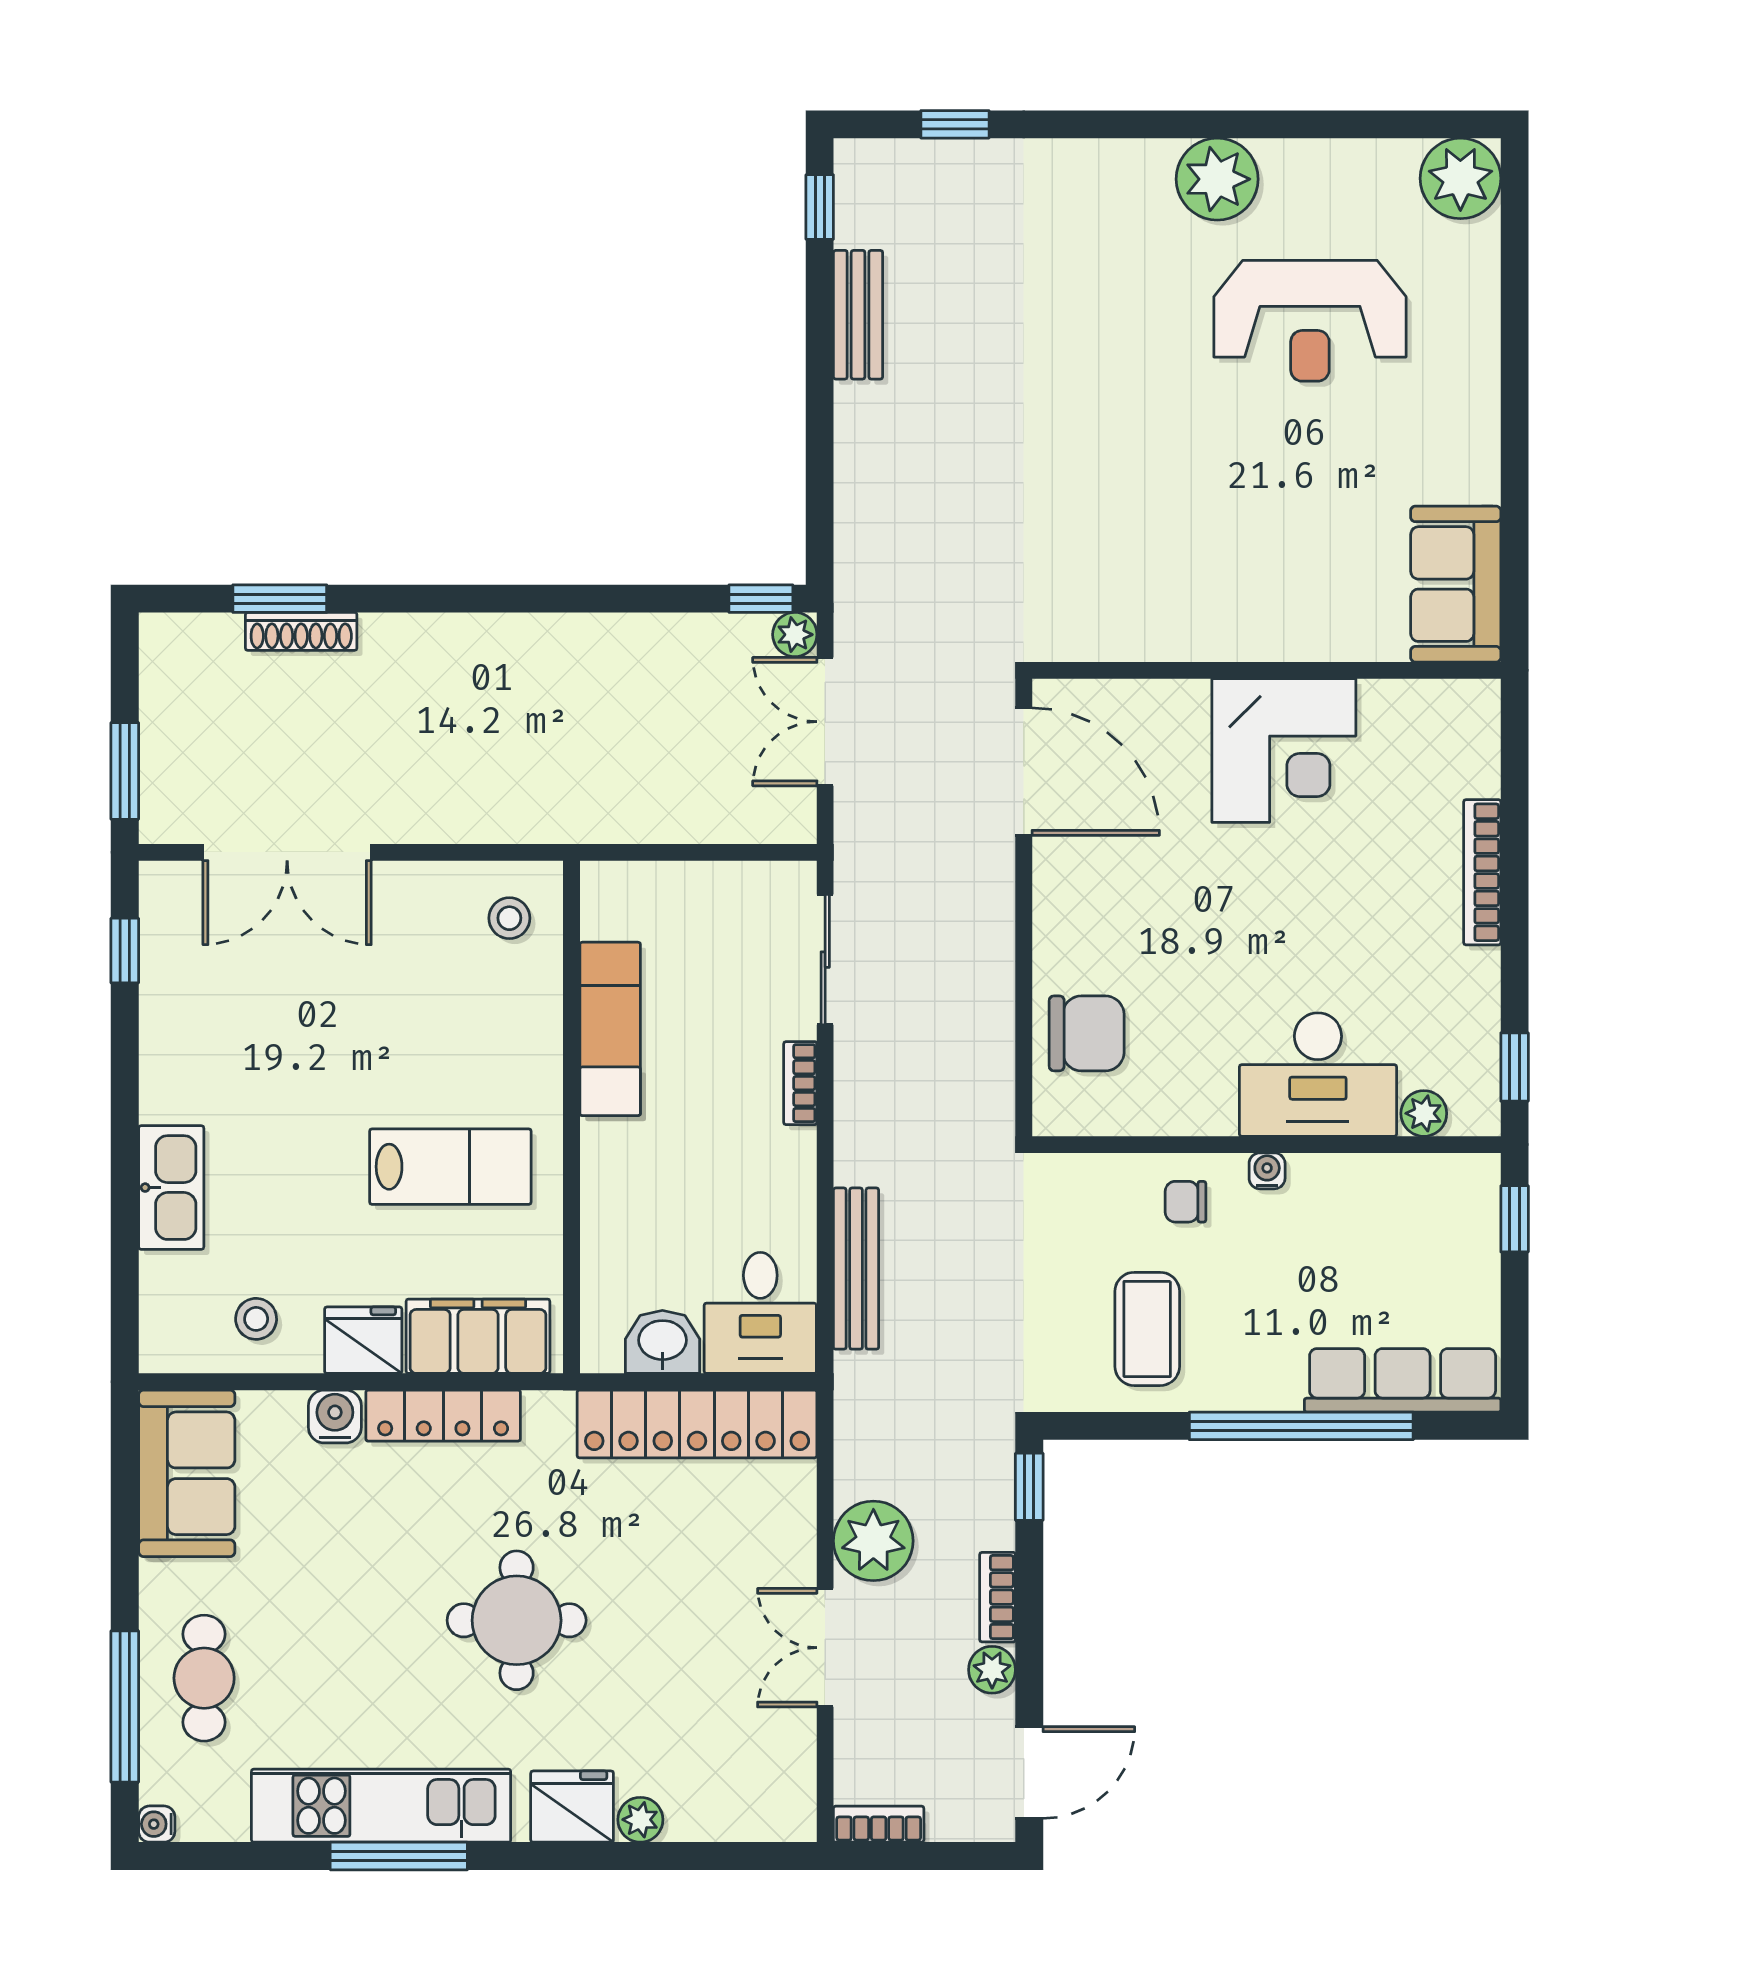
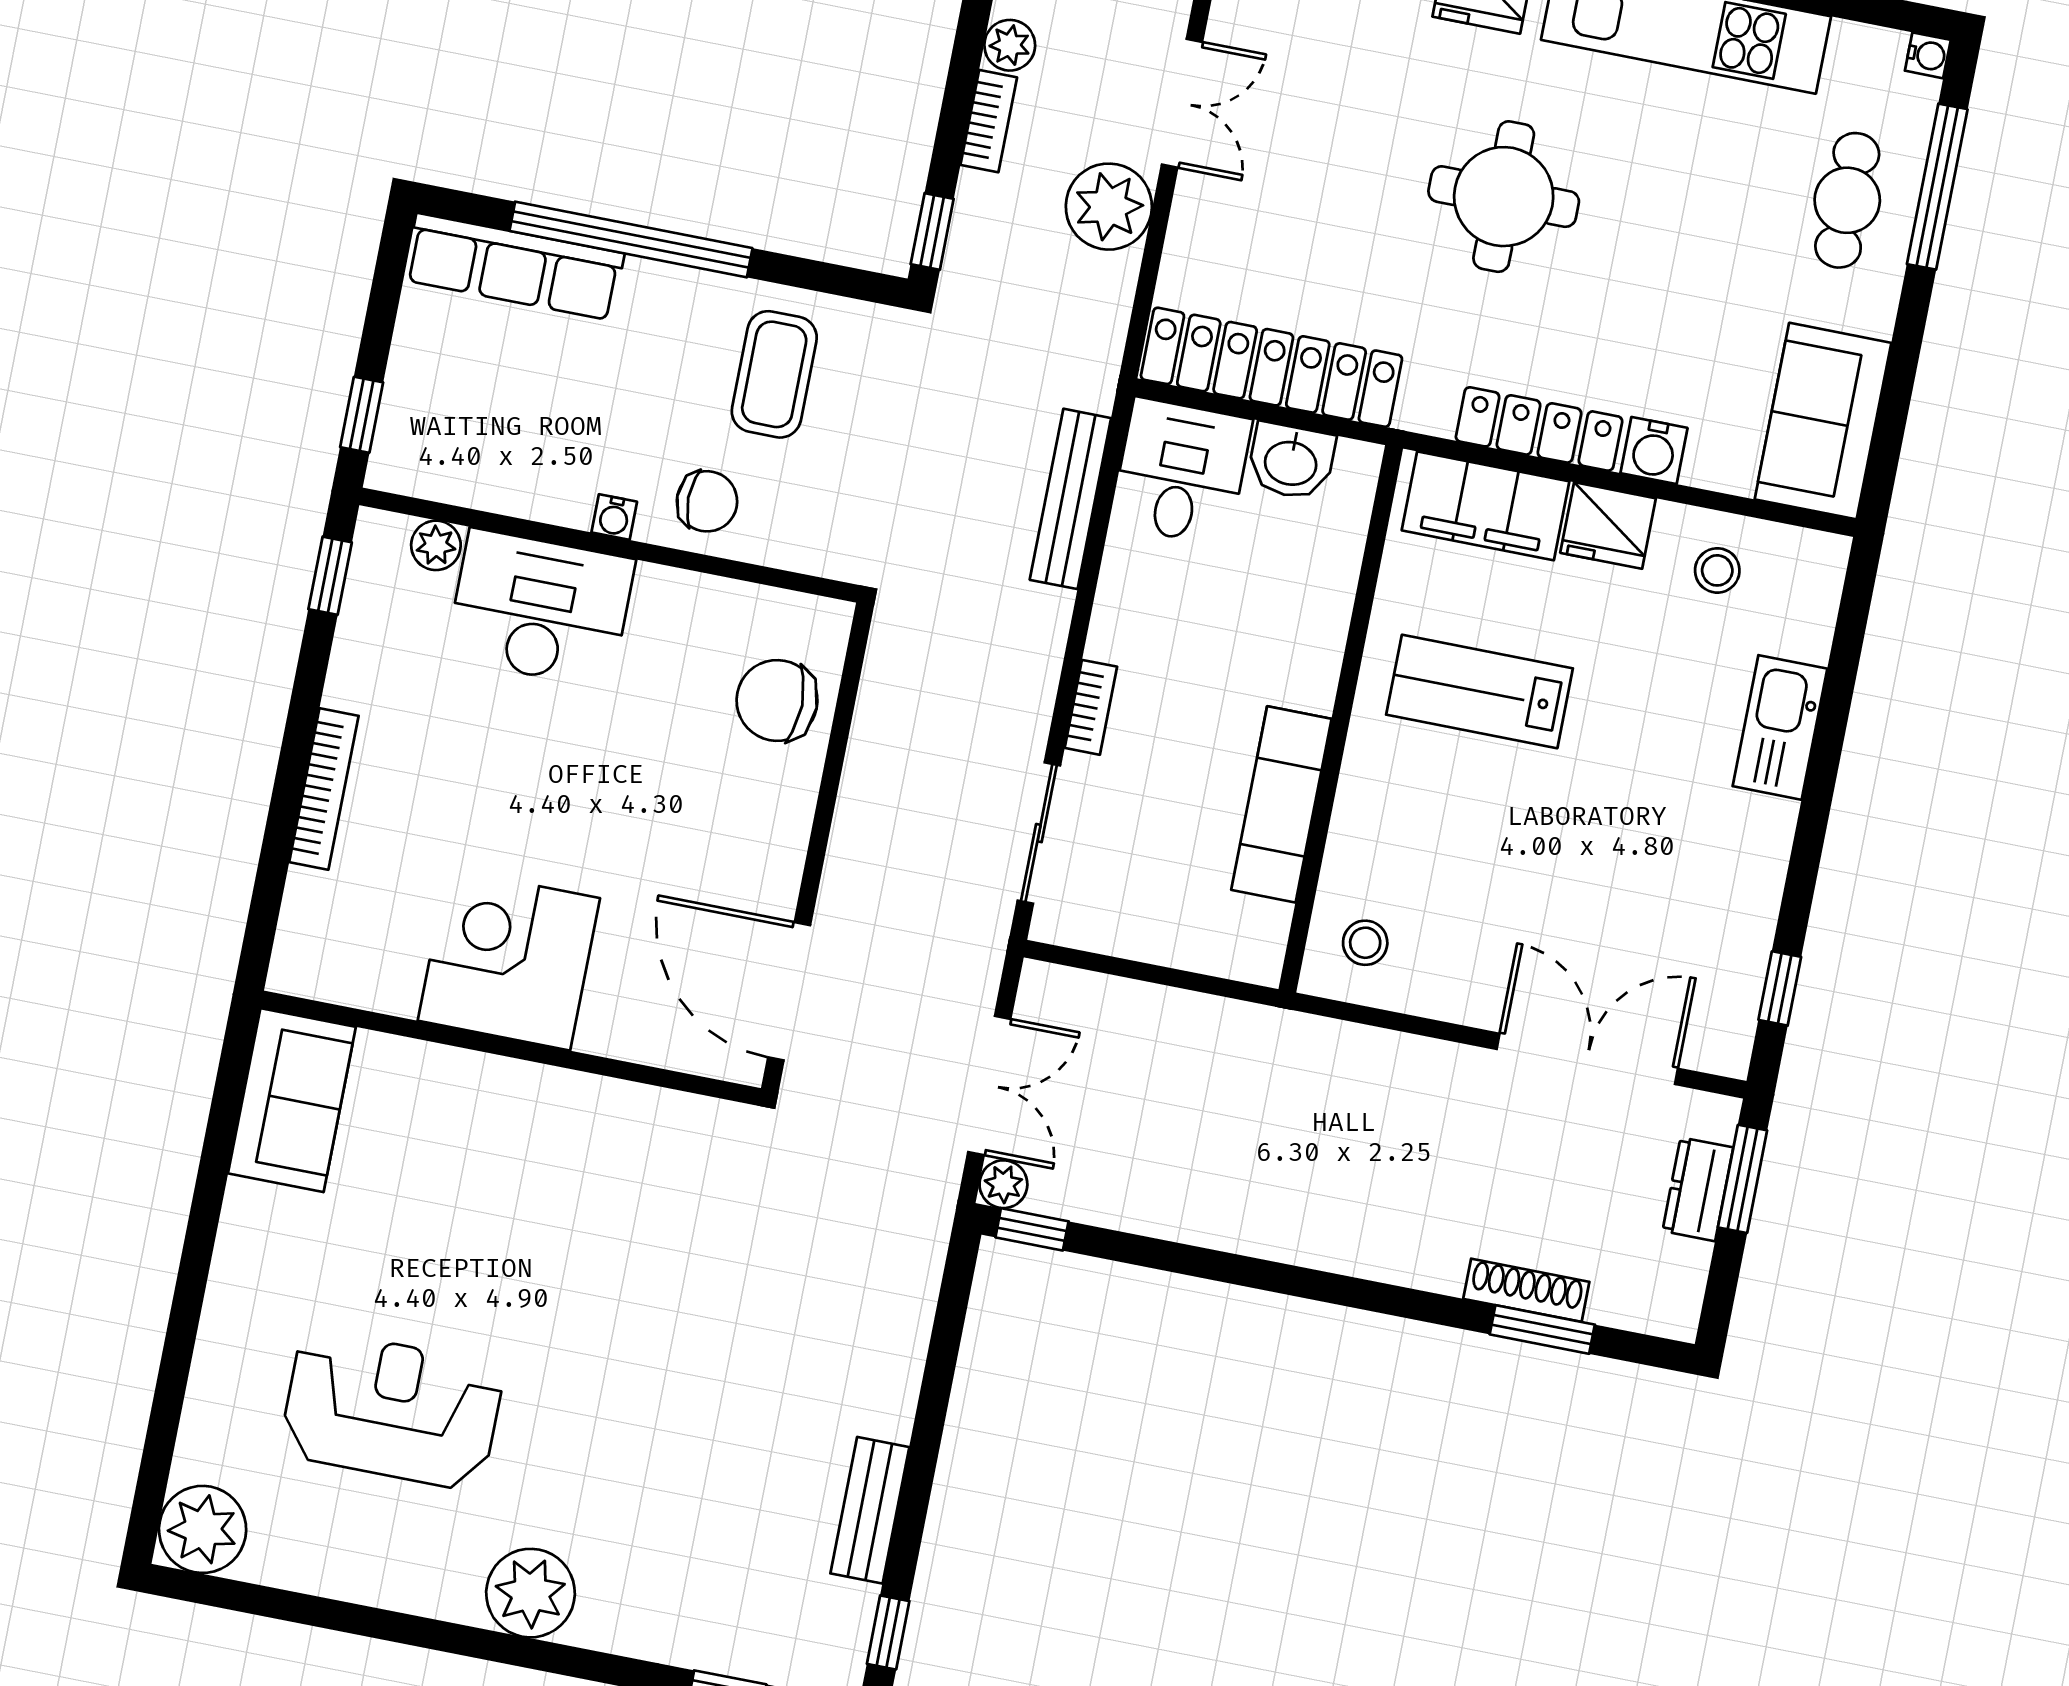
plant: (1217, 179) -> (530, 1593), moved
dresser: (163, 754) -> (1698, 1189), added
chair: (1186, 1202) -> (707, 501), width x1.37, depth x1.37

